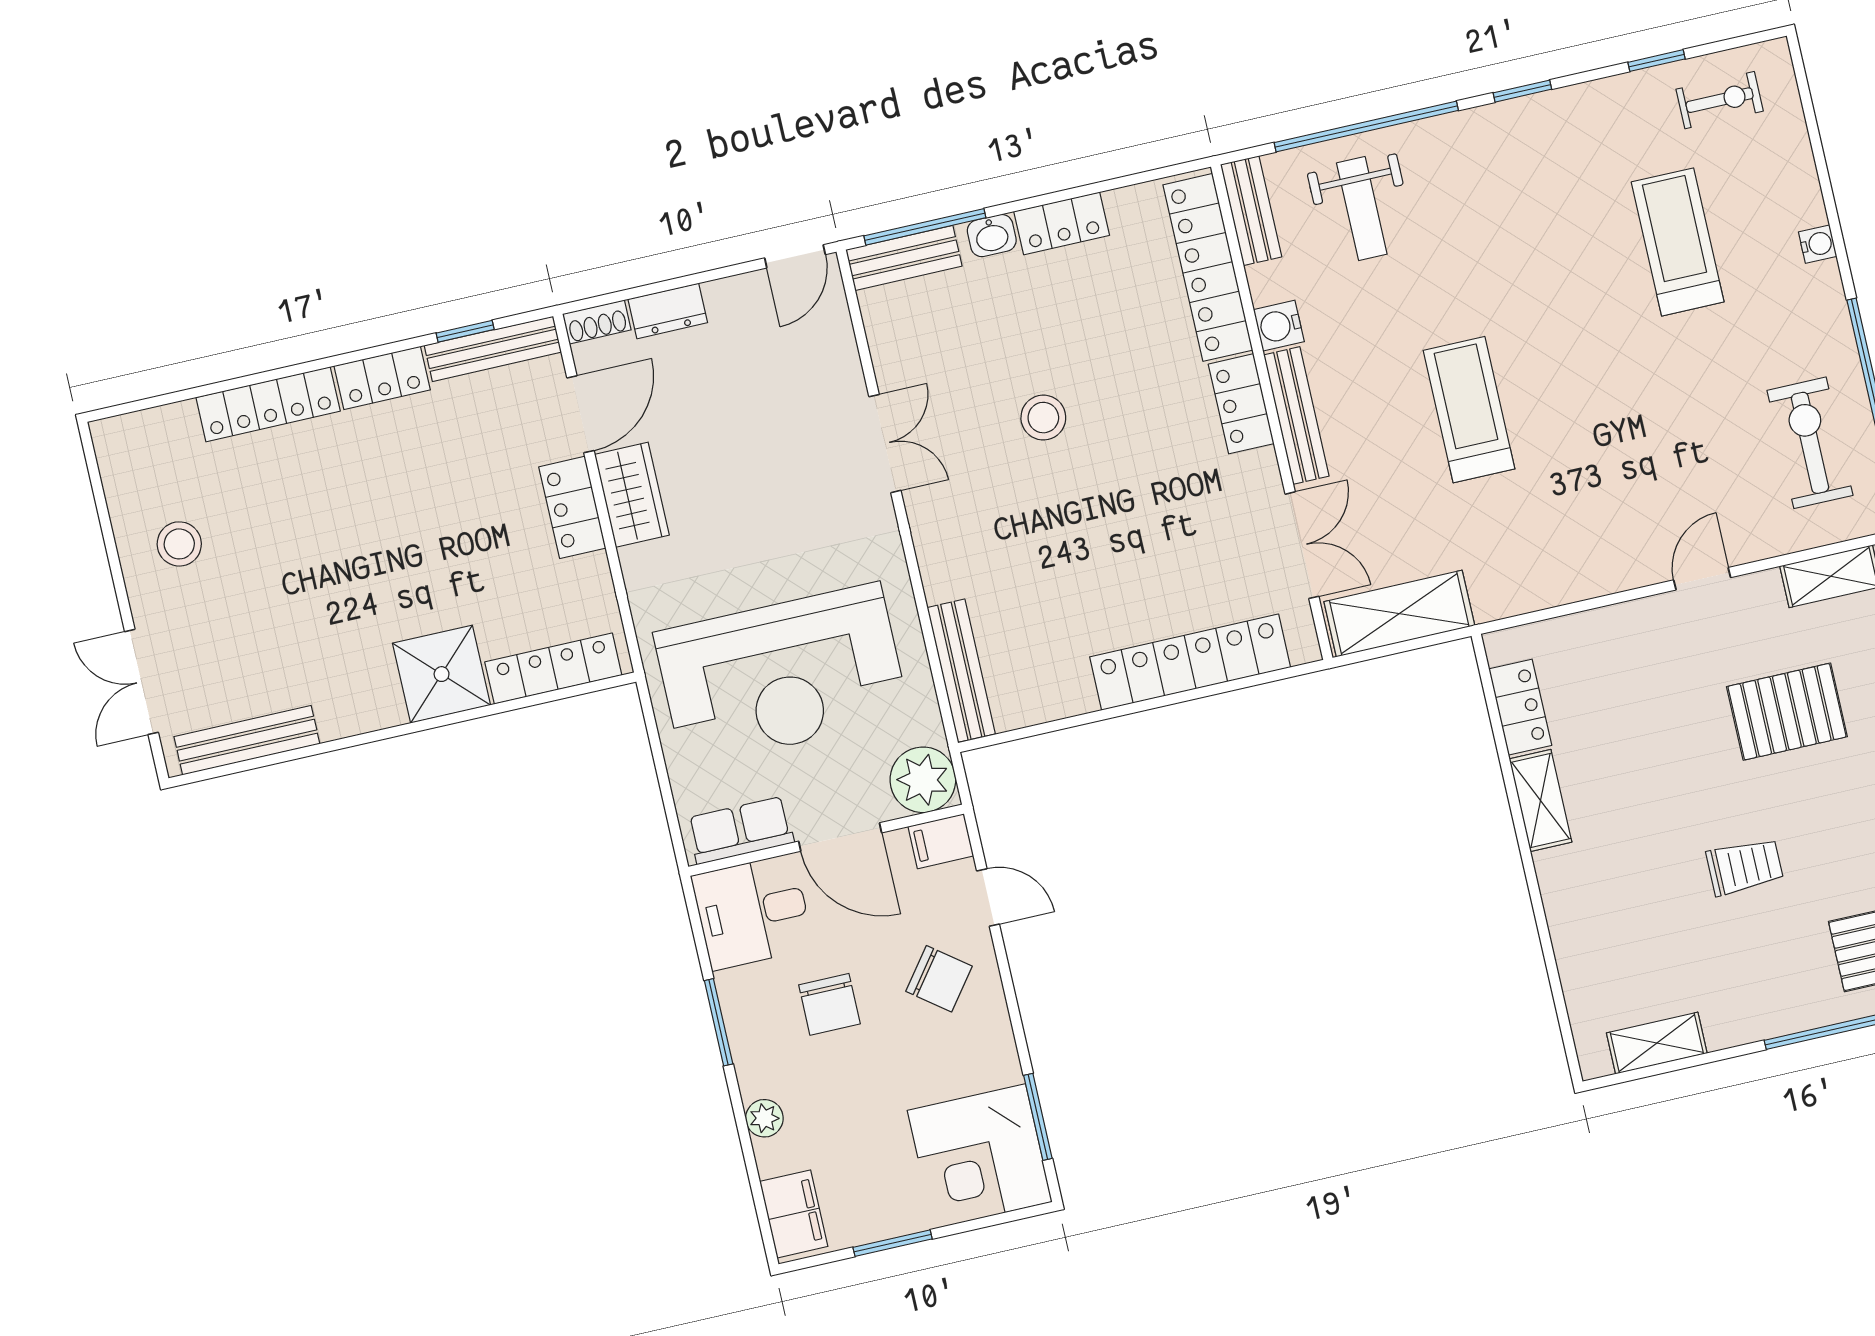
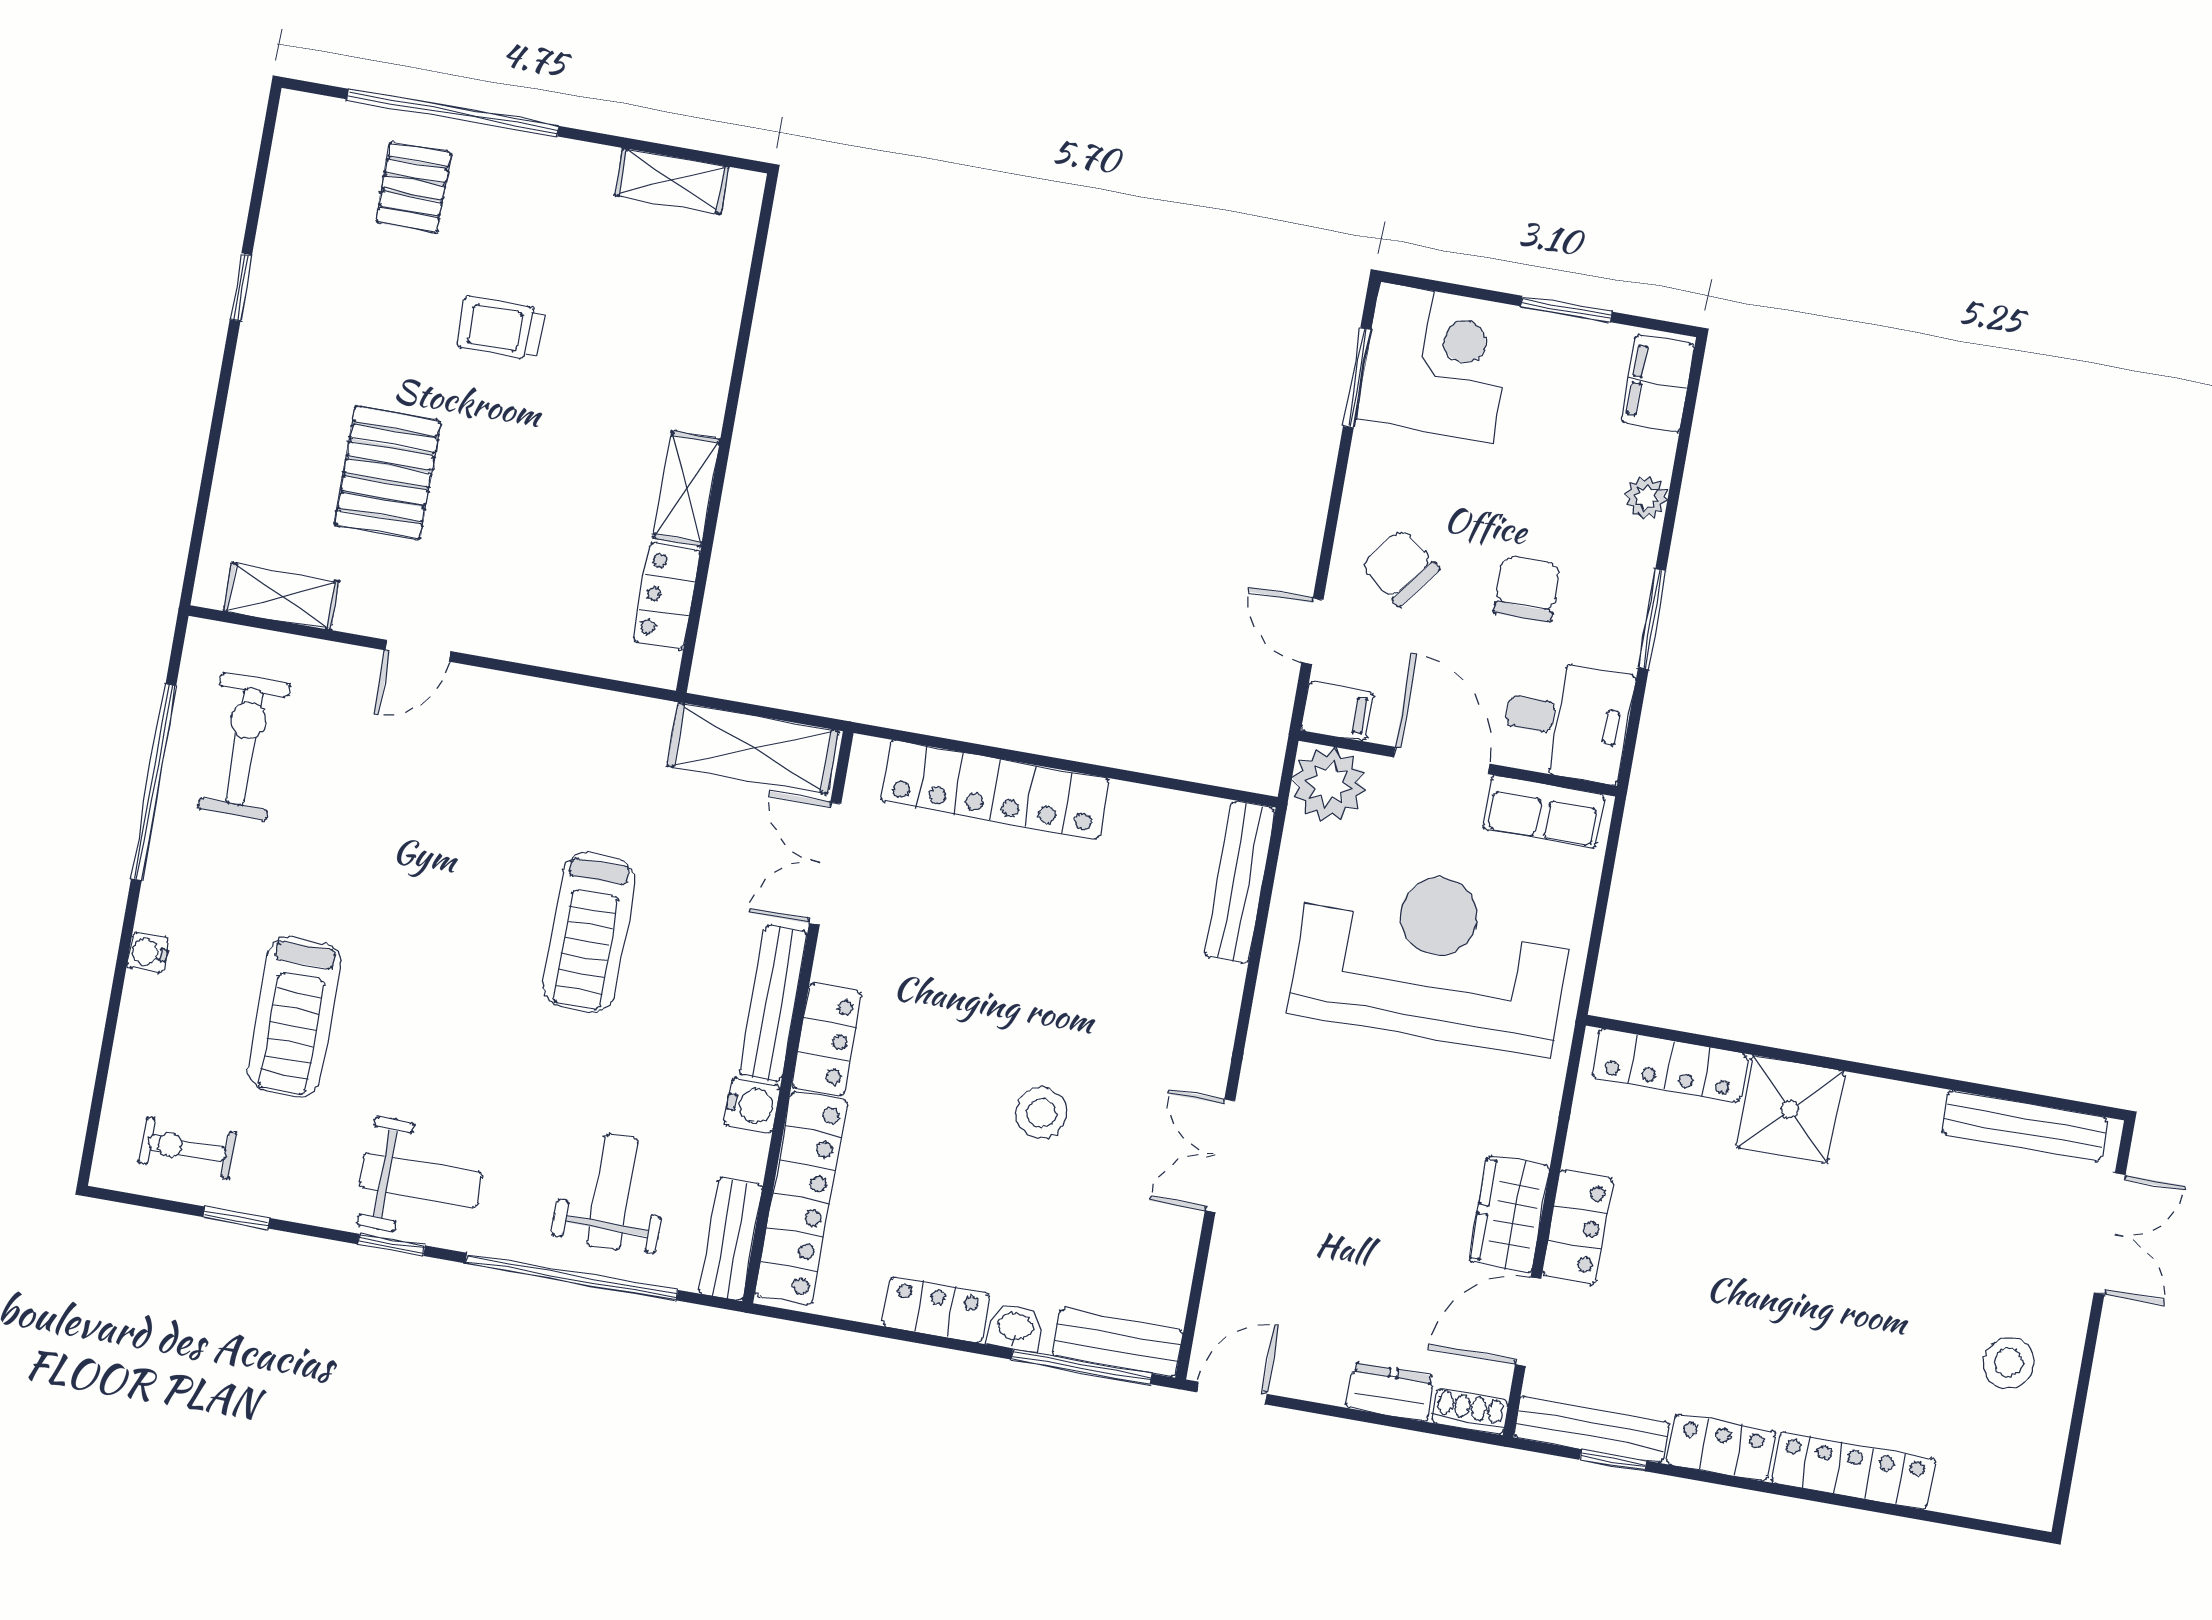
weight bench: (1520, 153) -> (421, 1180), added
exercise bike: (1810, 443) -> (244, 746), turned 180
pallet: (1787, 712) -> (387, 473), turned 90

